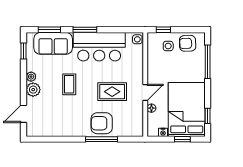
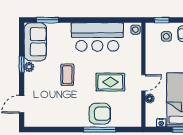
window: (85, 30) -> (83, 20), removed
sofa: (53, 43) -> (35, 42), moved, turned -90
window: (24, 51) -> (22, 64), moved
plant: (33, 90) -> (31, 80), removed
armchair: (102, 123) -> (100, 114), turned 180

